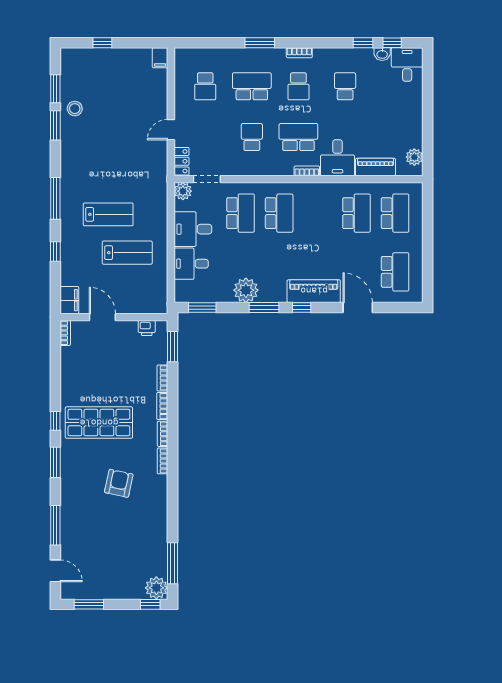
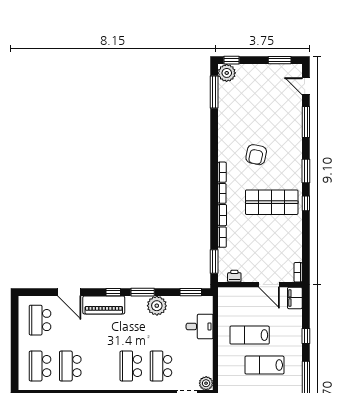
desk: (193, 229) -> (198, 353), removed

